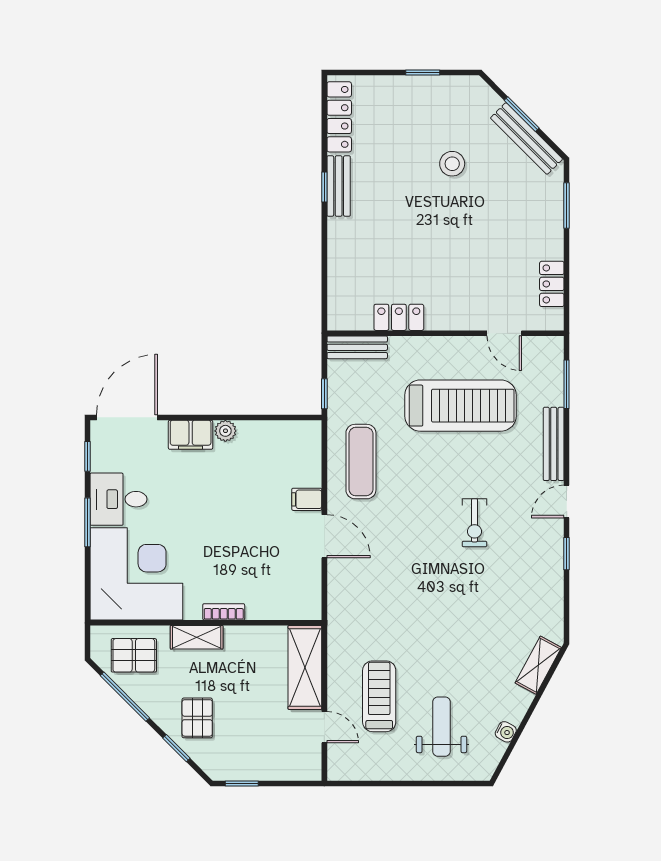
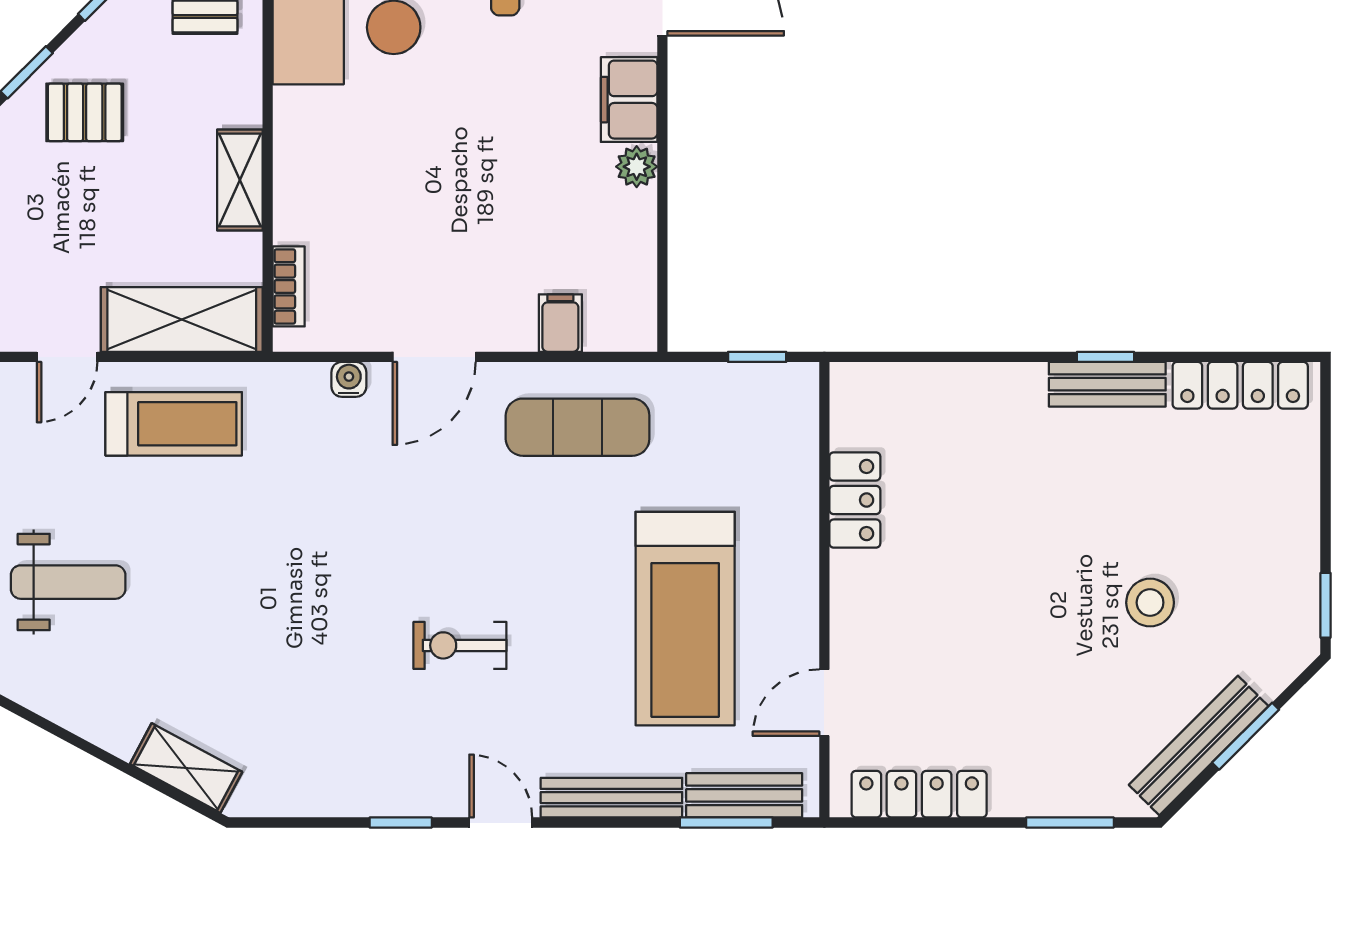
window: (423, 73) -> (1325, 605), moved
locker: (552, 284) -> (919, 794), width x1.53
bench: (357, 347) -> (744, 795), moved, turned 90
window: (324, 394) -> (757, 357), moved
filing cabinet: (307, 499) -> (560, 323), moved
bookcase: (224, 612) -> (289, 286), moved
shelving: (197, 637) -> (240, 180), moved
treadmill: (379, 696) -> (174, 424), moved
water cooler: (506, 732) -> (349, 379), moved, turned 152

